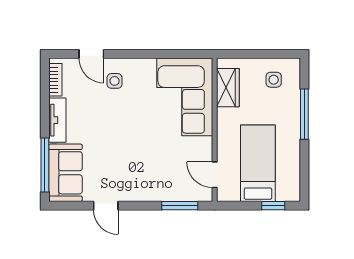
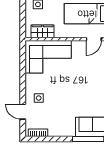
door: (91, 54) -> (23, 112), swing flipped
tv unit: (57, 120) -> (62, 132), removed

